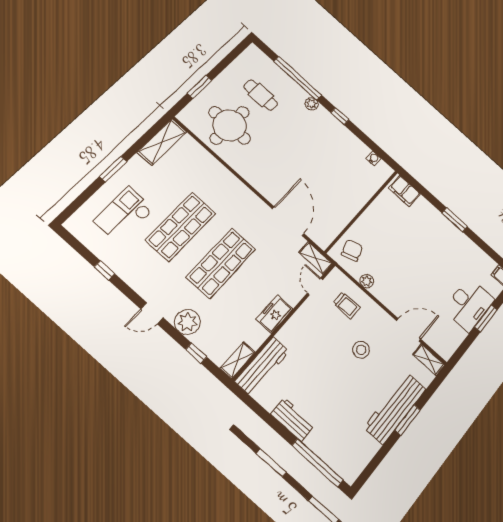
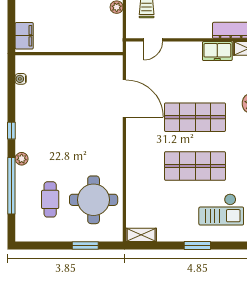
shelving: (162, 142) -> (141, 235), width x0.67, depth x0.75
door: (288, 221) -> (124, 98), swing flipped
chair: (352, 250) -> (104, 36), removed
shelving: (316, 258) -> (133, 57), removed
freezer: (274, 314) -> (217, 51), moved

